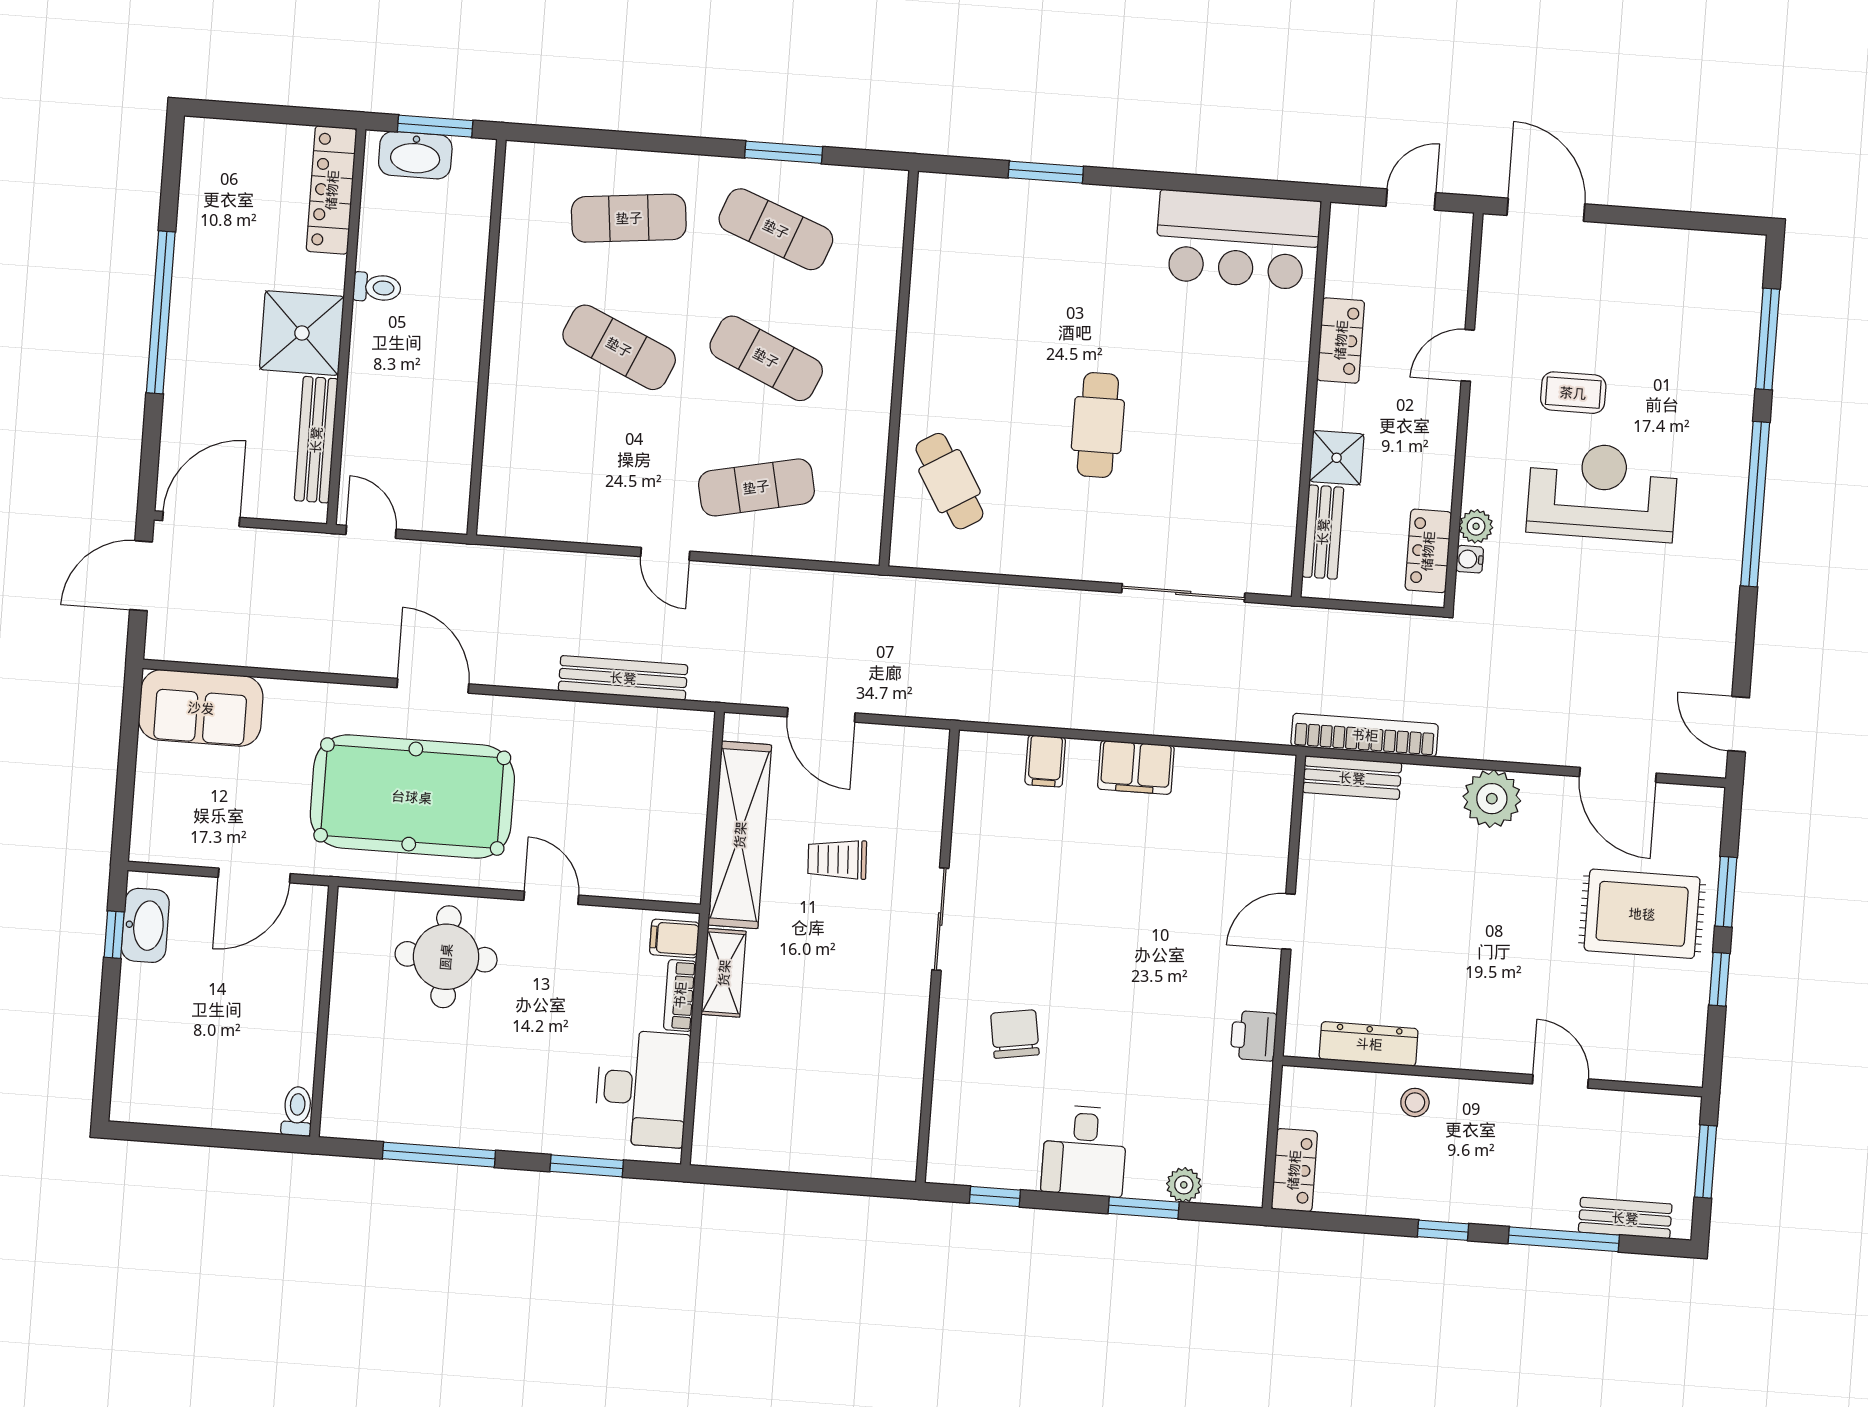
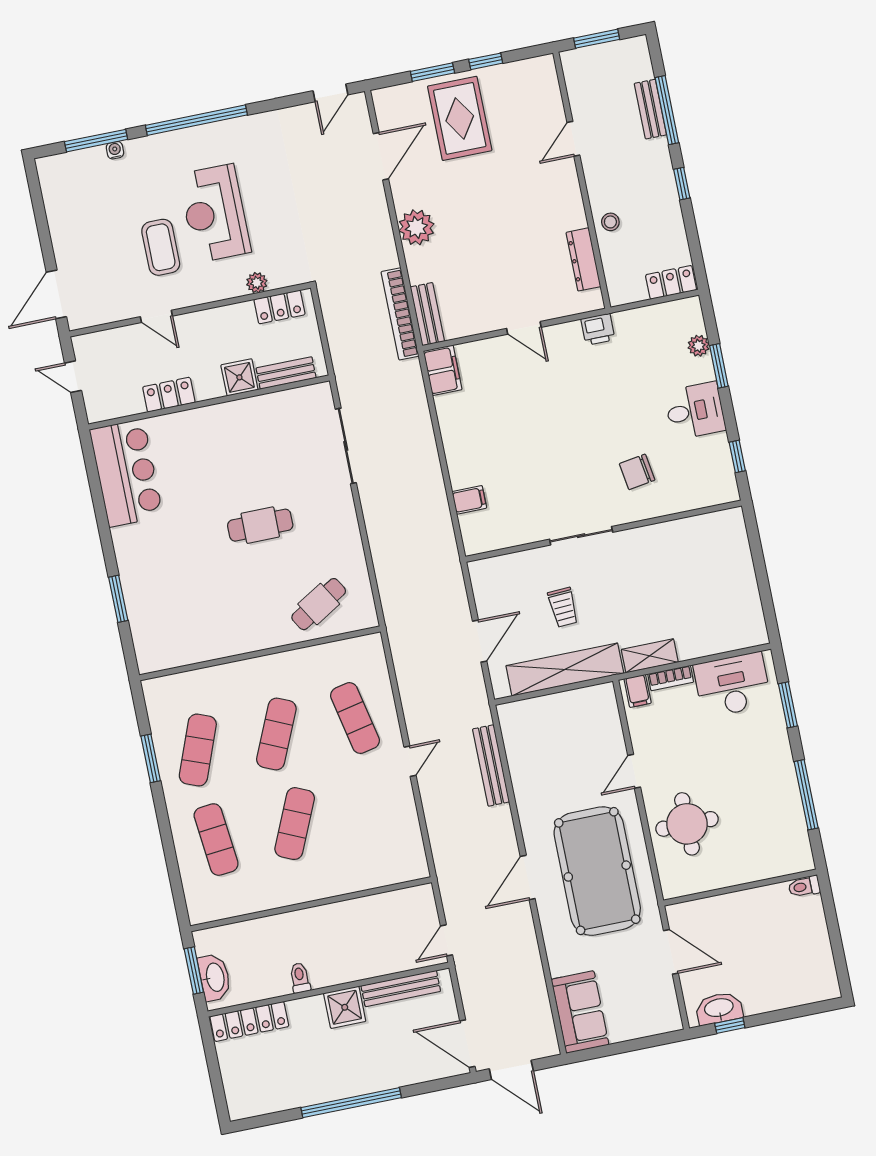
shower: (302, 333) -> (345, 1007), width x0.73, depth x0.73
coffee table: (1573, 393) -> (161, 247), width x1.36, depth x1.30
water cooler: (1470, 559) -> (115, 150), moved, turned 180
filing cabinet: (1136, 767) -> (443, 370), moved
bench: (1625, 1218) -> (650, 109), moved

